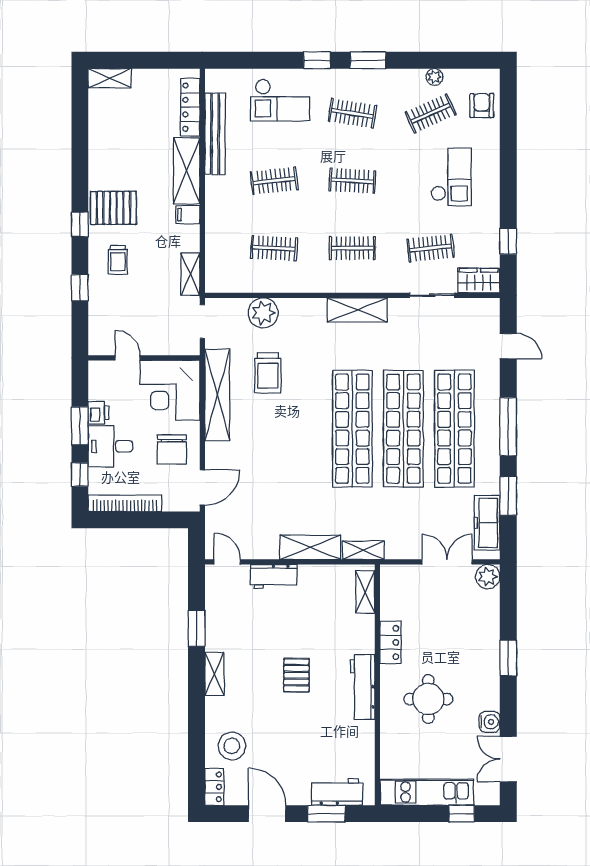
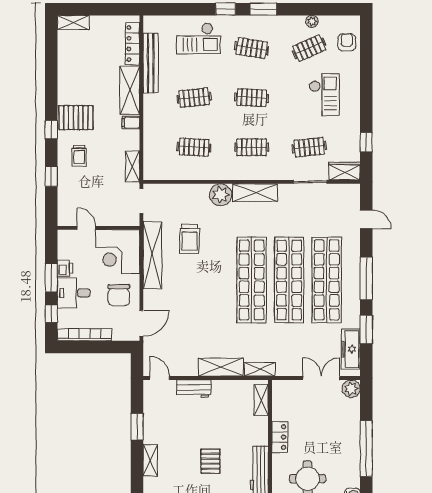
plant: (263, 313) -> (221, 195), moved
window: (508, 658) -> (366, 449), width x2.11

